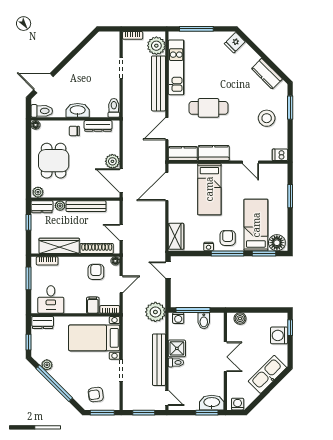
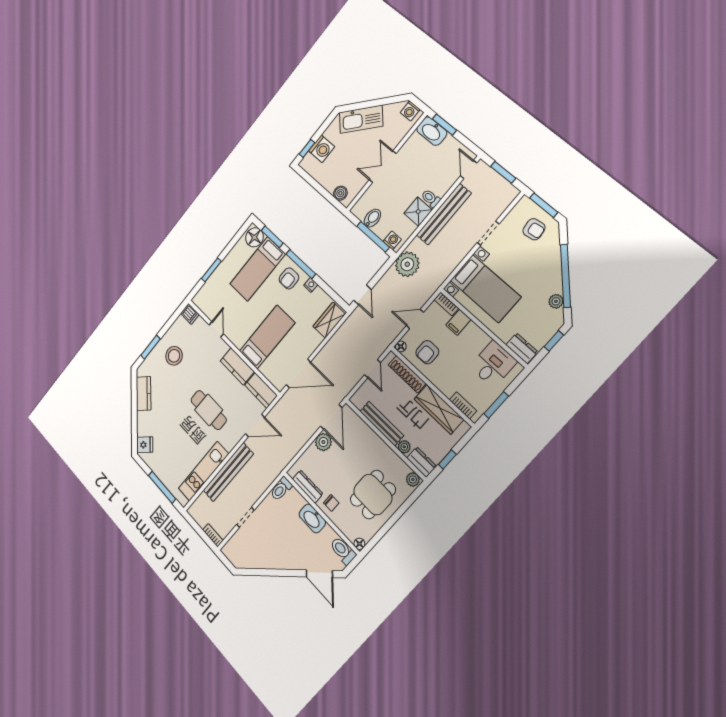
plant: (156, 46) -> (203, 506), removed

